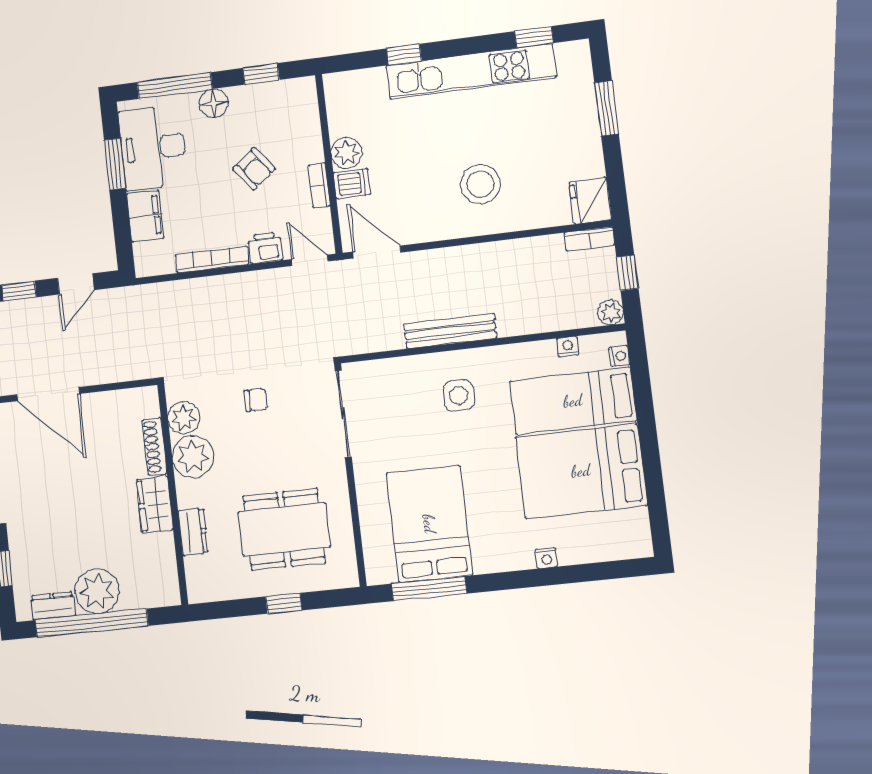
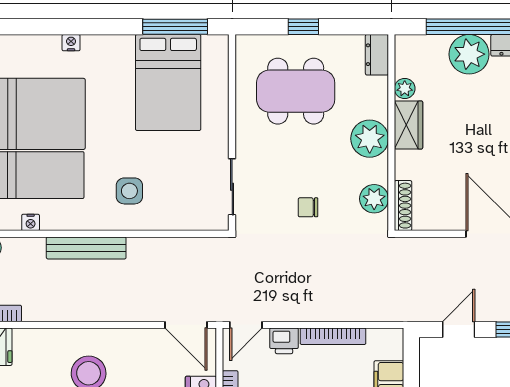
door: (310, 260) -> (246, 325), hinge flipped
bench: (450, 331) -> (86, 248), moved
sliding door: (343, 413) -> (232, 187), width x0.73
shoe rack: (155, 447) -> (403, 206), moved
plant: (193, 457) -> (370, 139), moved
dresser: (193, 532) -> (377, 55), moved
plant: (164, 545) -> (405, 88), added

